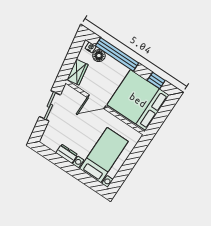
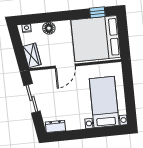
window: (117, 54) -> (51, 17), removed
floor lamp: (99, 56) -> (49, 28), moved
dresser: (67, 154) -> (55, 126), moved

